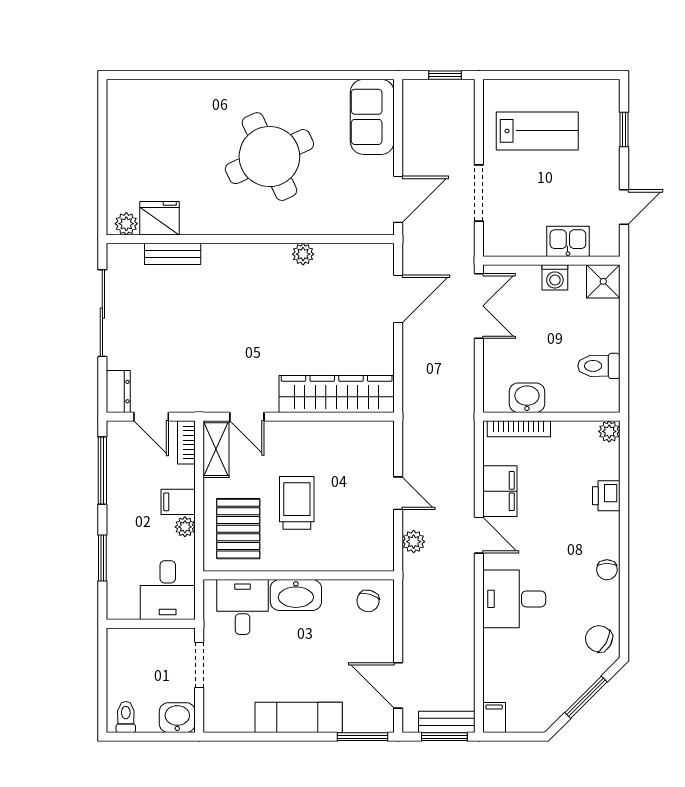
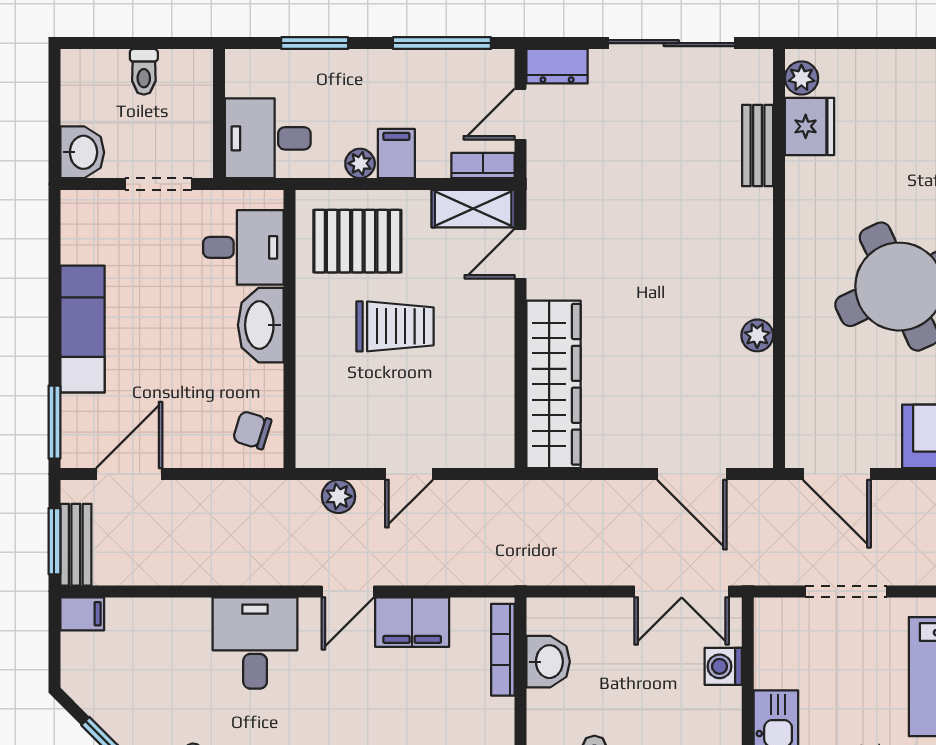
washing machine: (555, 277) -> (723, 666), moved
toilet: (126, 717) -> (144, 72), moved, turned 90

